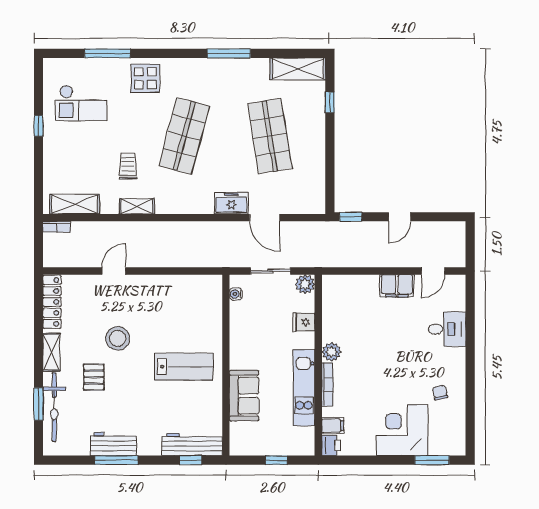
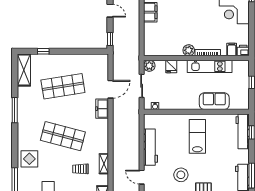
workbench: (165, 286) -> (150, 147), added

